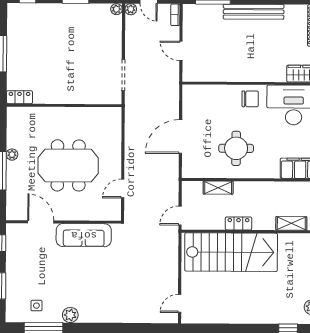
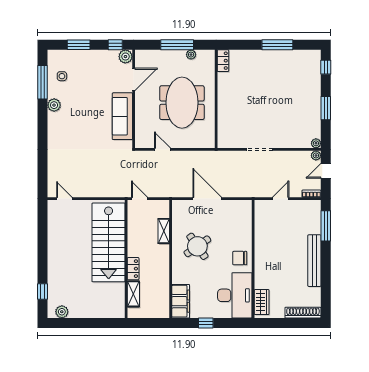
locker: (19, 97) -> (223, 61), moved
chair: (250, 99) -> (240, 258), turned 90
wall: (64, 105) -> (216, 99), moved
round table: (236, 148) -> (197, 246), turned -35
locker: (238, 223) -> (133, 269), moved
plant: (14, 231) -> (125, 57), added

